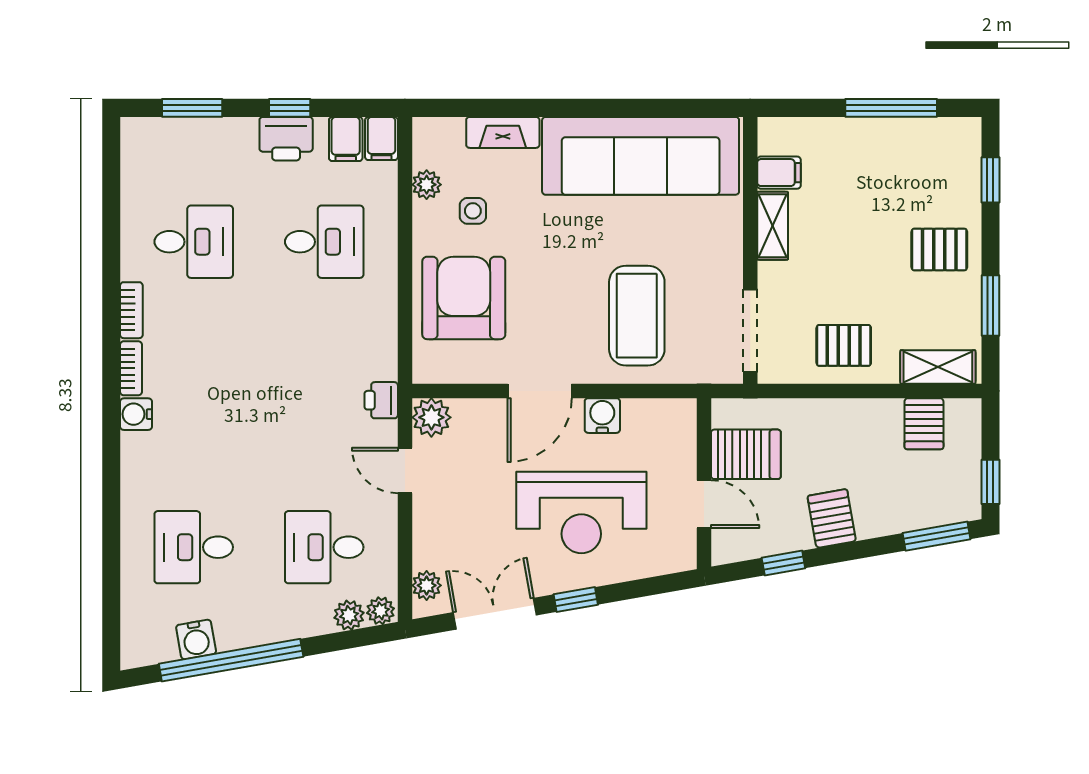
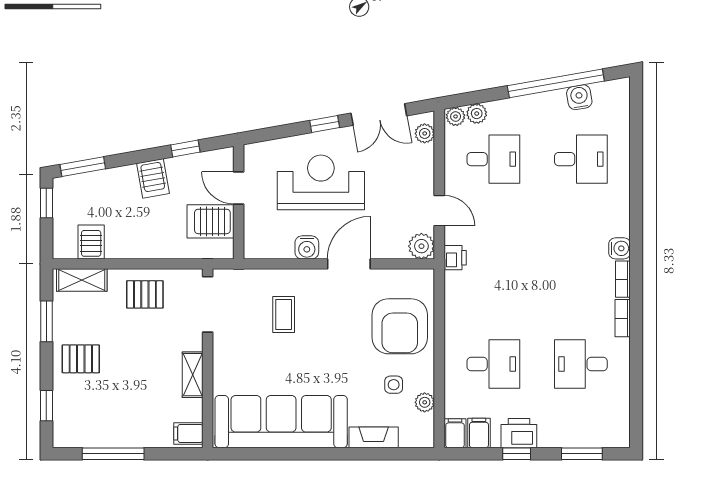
filing cabinet: (779, 173) -> (188, 433), moved
desk: (324, 242) -> (493, 364), turned 180
coffee table: (637, 316) -> (284, 314), width x0.54, depth x0.58

